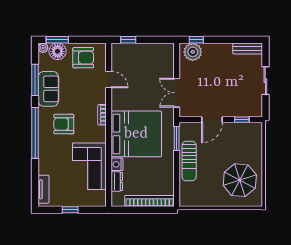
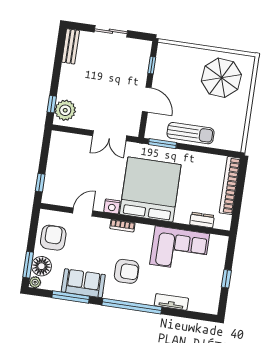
armchair: (64, 124) -> (127, 271), turned -90
nightstand: (117, 164) -> (112, 206), moved
tv unit: (44, 189) -> (171, 302), moved

